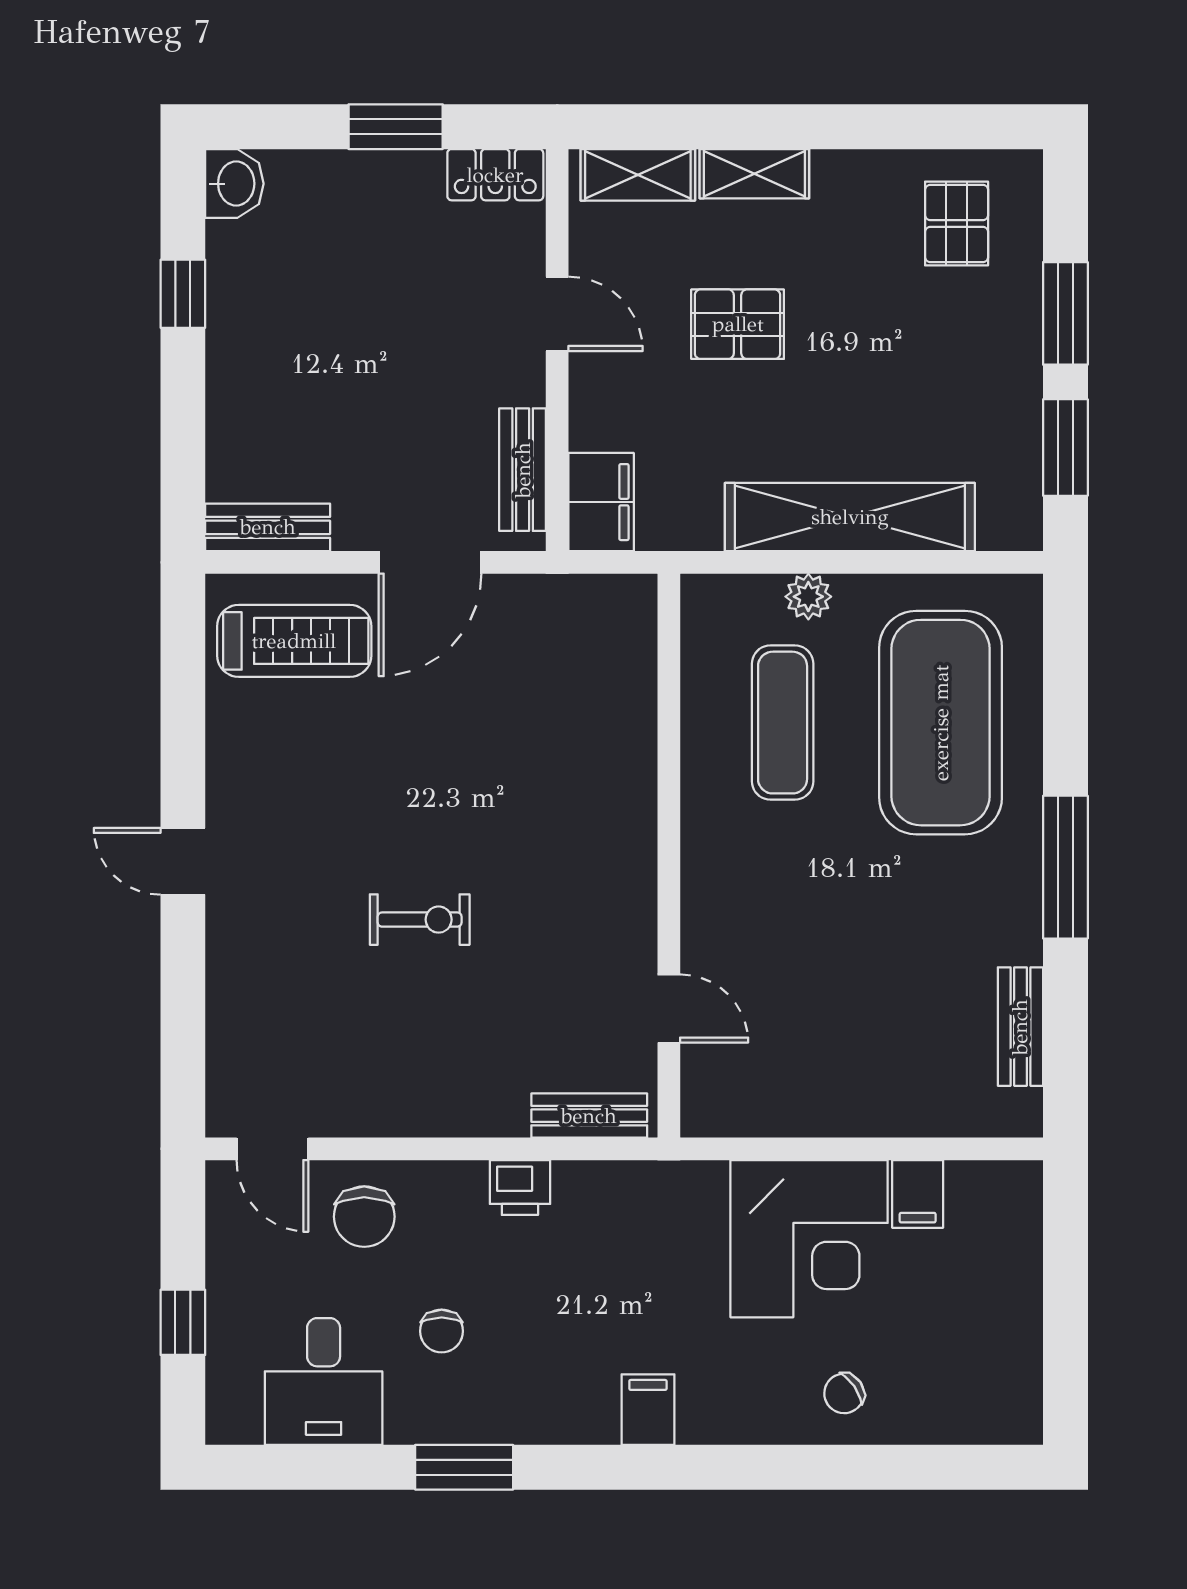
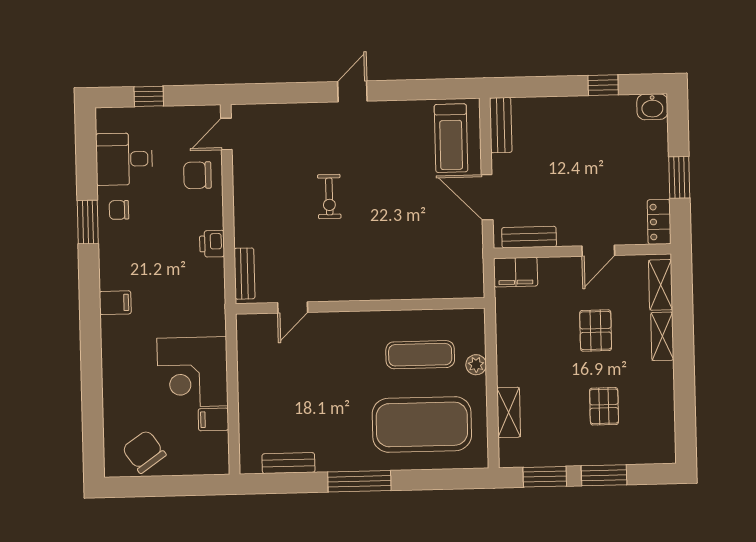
pallet: (957, 223) -> (604, 406), moved, turned 90
shelving: (850, 517) -> (509, 412), width x0.45, depth x0.75
chair: (442, 1331) -> (119, 210), moved
chair: (844, 1393) -> (144, 452), moved, width x1.87, depth x1.87

